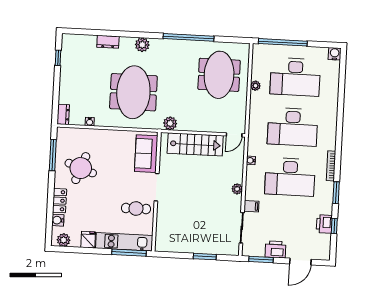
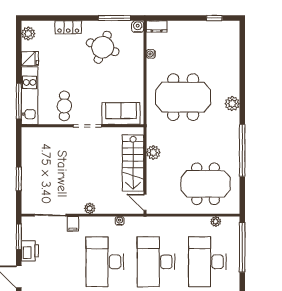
dresser: (108, 42) -> (233, 68), removed
plant: (255, 86) -> (216, 222), moved
plant: (170, 123) -> (153, 152), moved
water cooler: (58, 220) -> (138, 27), moved

